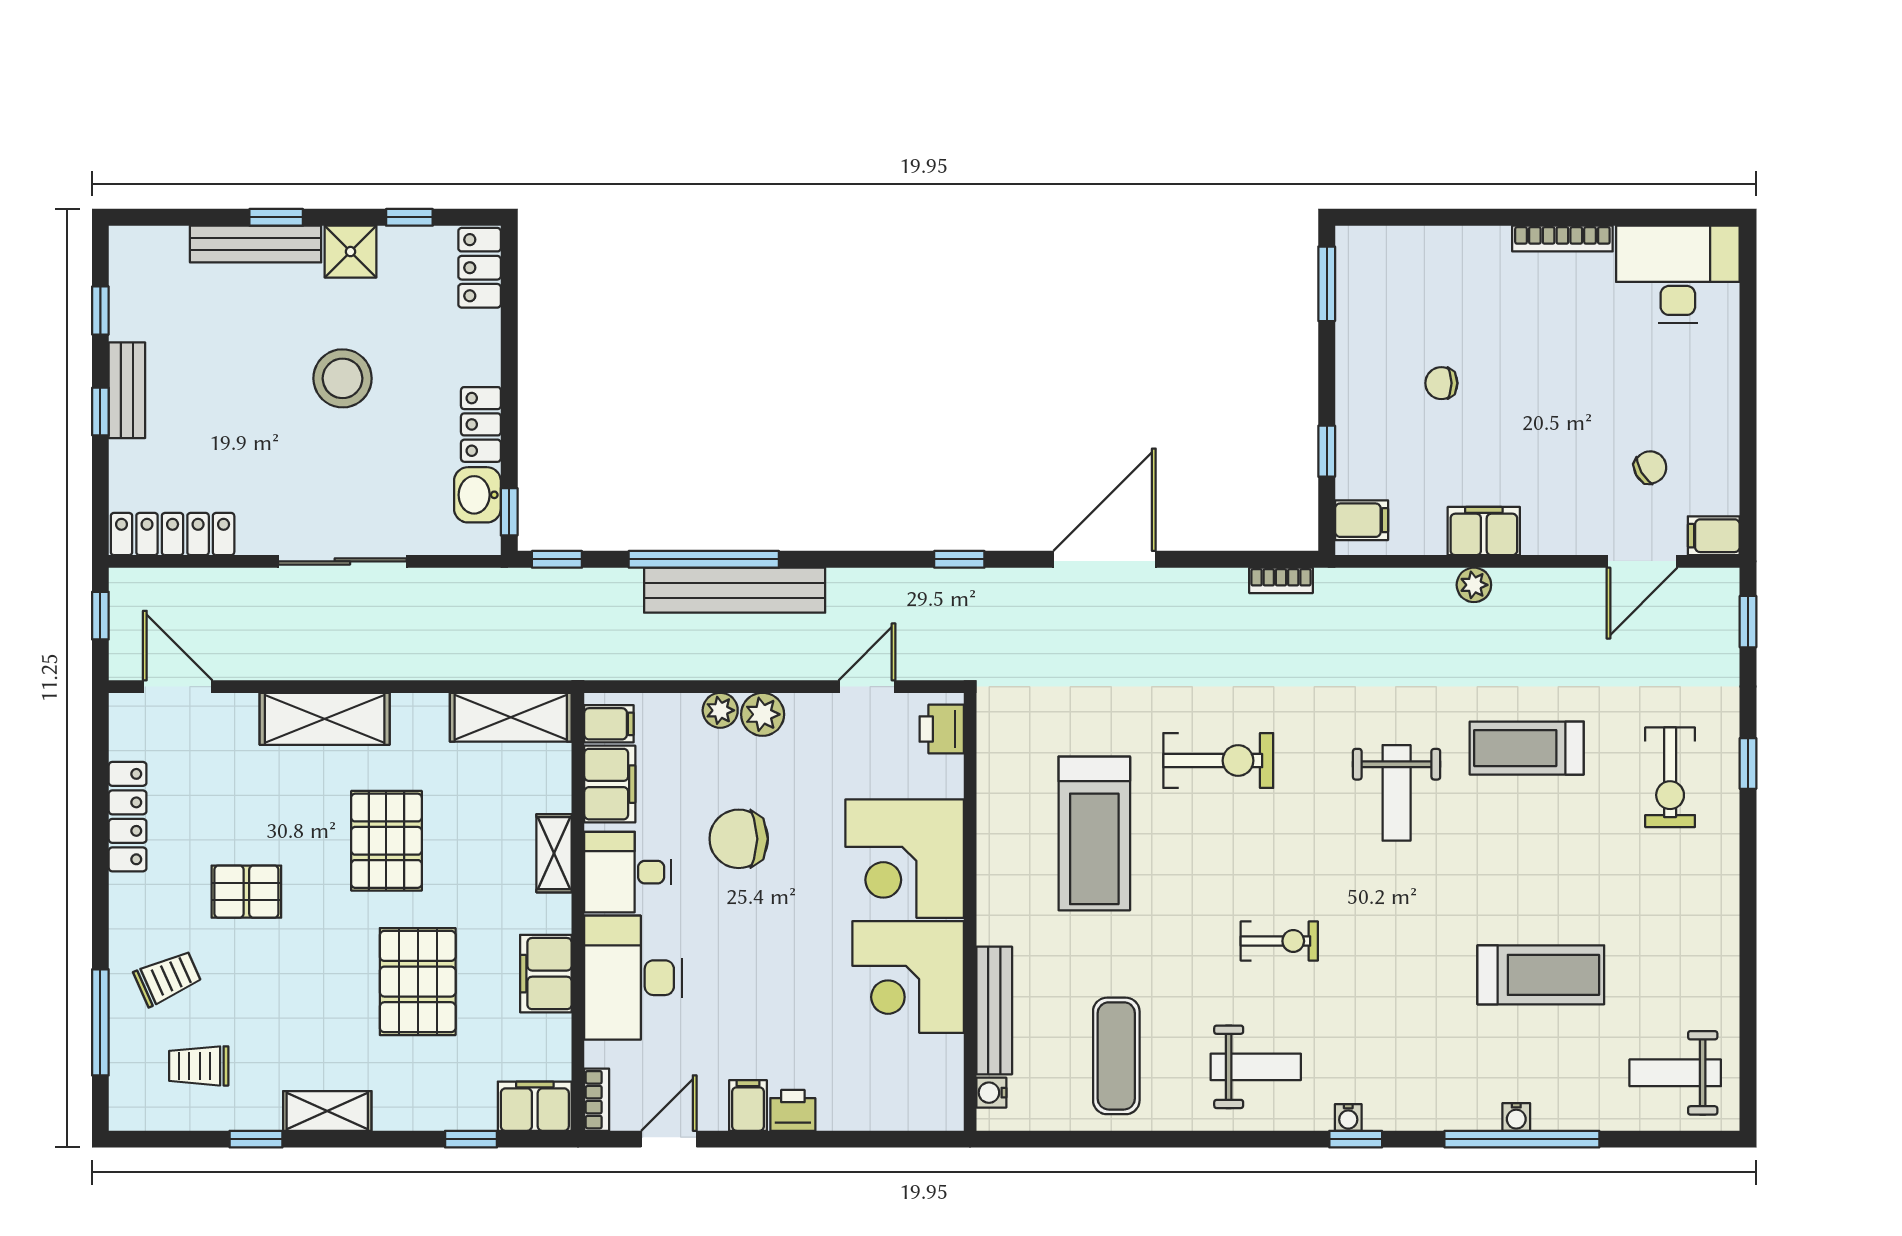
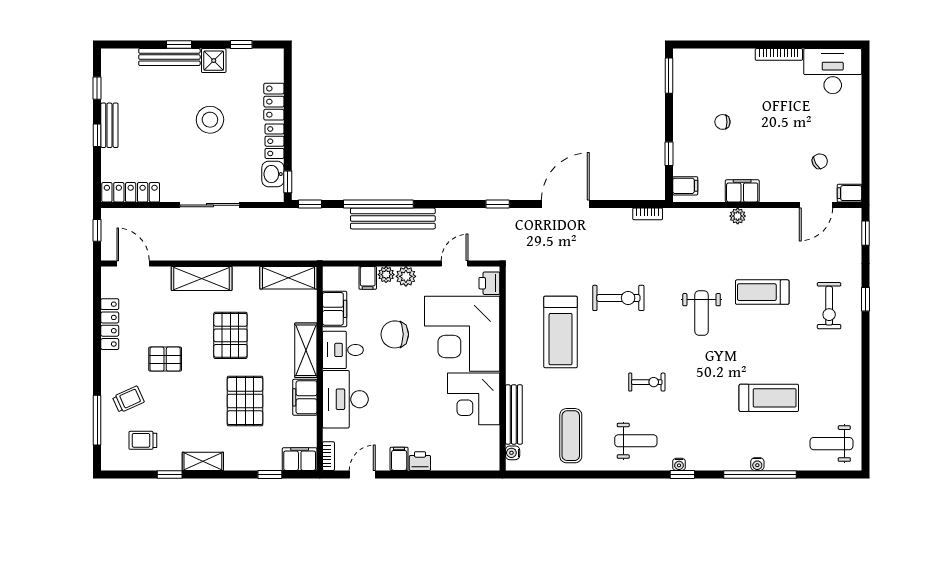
locker: (480, 268) -> (274, 102), moved
filing cabinet: (609, 724) -> (368, 278), moved, turned 90
shelving: (554, 853) -> (306, 350), width x1.50, depth x1.33
corner desk: (905, 859) -> (462, 334), width x1.36, depth x1.36

